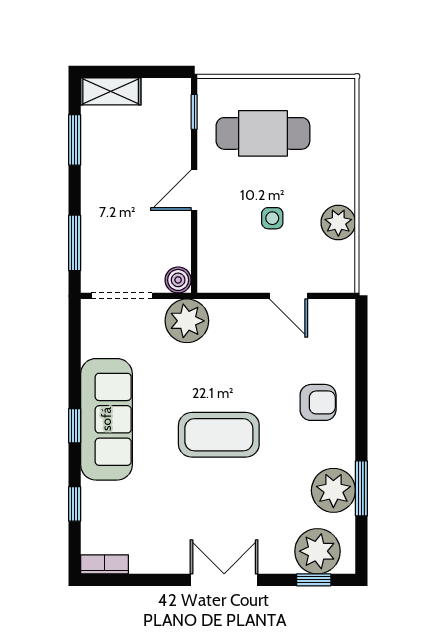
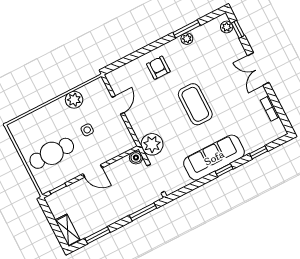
cafe table: (263, 133) -> (52, 153), turned 90
plant: (333, 490) -> (187, 39), width x0.53, depth x0.53
plant: (317, 551) -> (227, 27), width x0.53, depth x0.53
bookcase: (104, 564) -> (270, 108), moved

